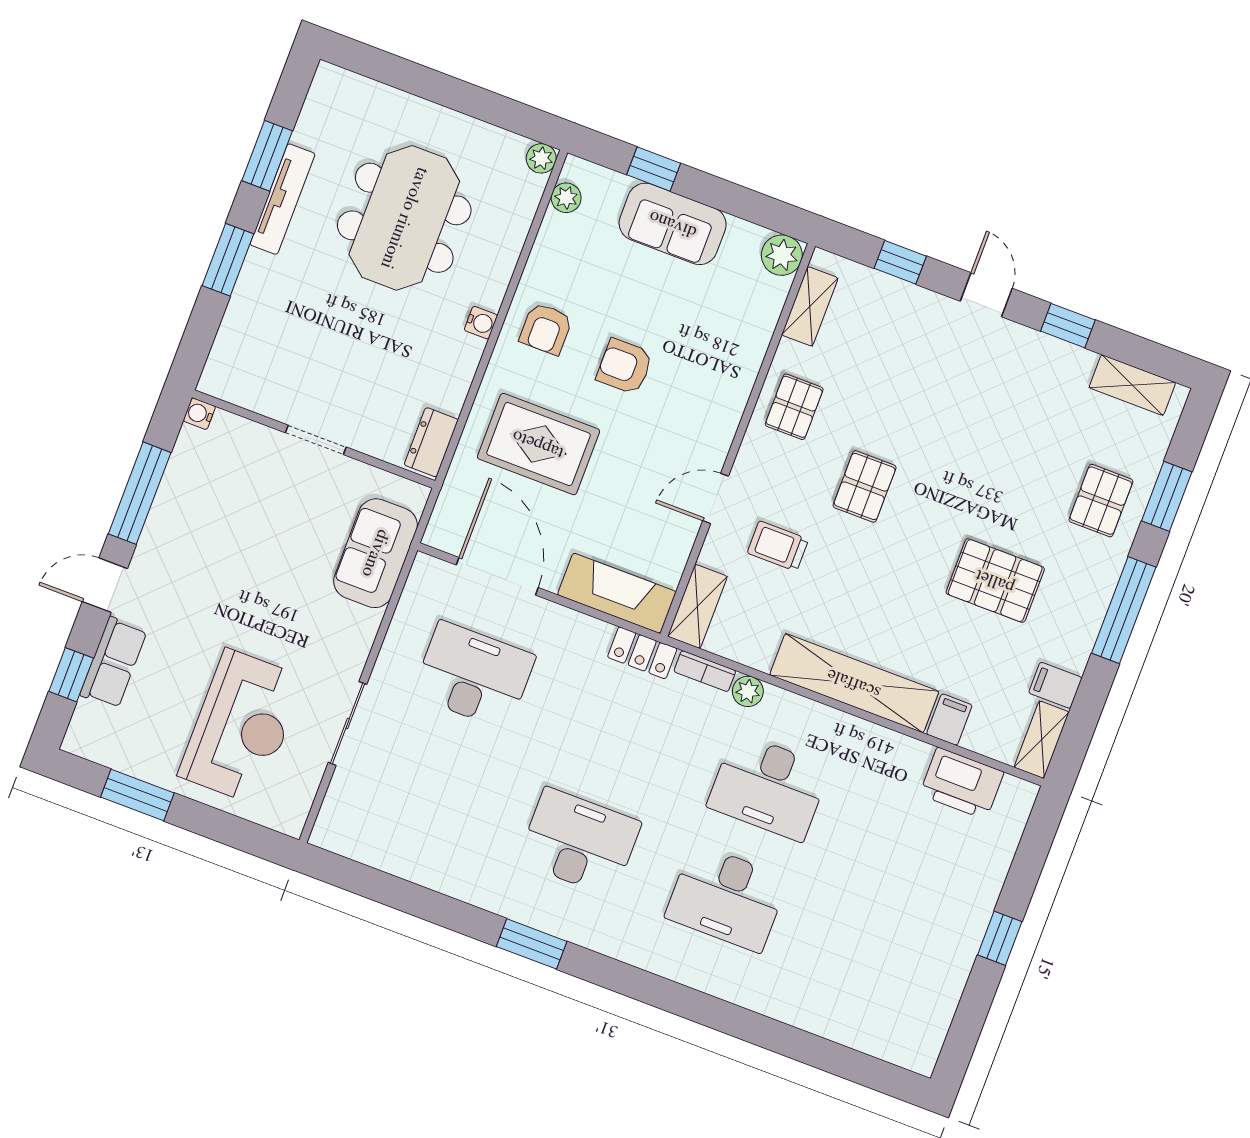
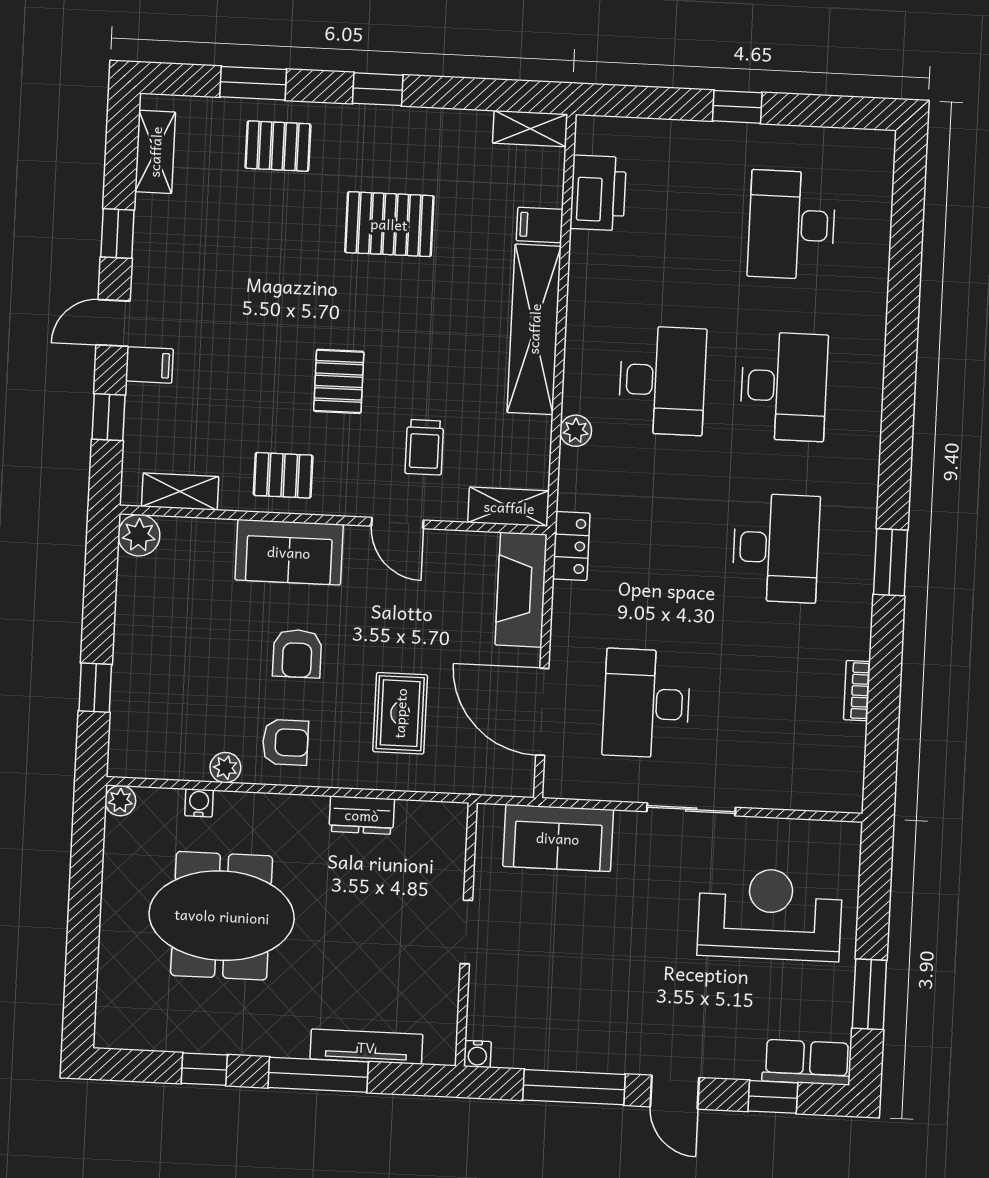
window: (267, 156) -> (204, 1069), width x0.67
plant: (566, 198) -> (225, 768), moved
tv unit: (282, 199) -> (366, 1047), moved
sofa: (673, 224) -> (289, 552), moved, turned 90
window: (228, 260) -> (318, 1075), width x1.44
water cooler: (481, 323) -> (199, 803), moved
dresser: (431, 442) -> (362, 815), moved
rug: (538, 444) -> (400, 713), width x0.73, depth x0.70
pallet: (865, 486) -> (339, 381), turned 90
door: (497, 576) -> (542, 712), hinge flipped
pallet: (995, 581) -> (389, 224), turned 90
window: (1124, 610) -> (378, 89), width x0.46
row of seats: (113, 663) -> (807, 1062), moved
bookcase: (705, 671) -> (857, 691), moved, turned 180
filing cabinet: (1055, 685) -> (149, 365), moved, turned -90
sliding door: (348, 723) -> (691, 809), moved
desk: (579, 842) -> (776, 548), turned 180
desk: (874, 953) -> (792, 225), added

